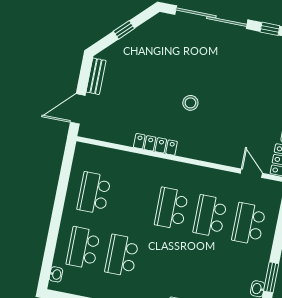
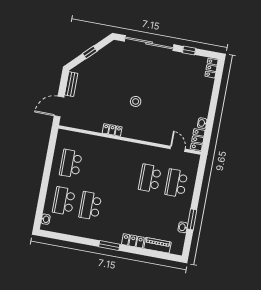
locker: (155, 144) -> (112, 130), width x0.66
school desk: (171, 208) -> (124, 173), removed

